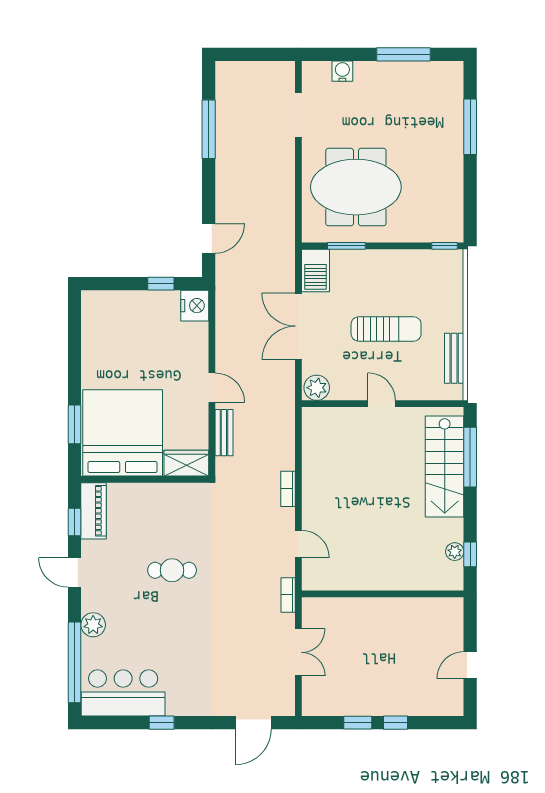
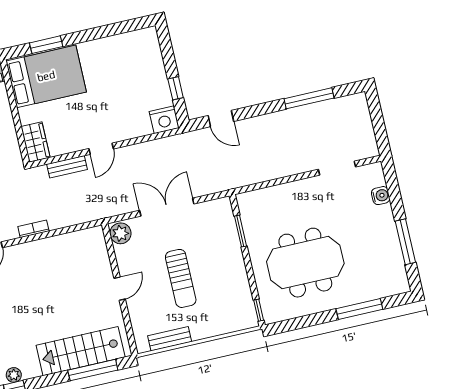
meeting table: (356, 187) -> (305, 263), moved, turned 90
barbecue: (316, 270) -> (215, 211), removed
bed: (123, 433) -> (46, 76), width x0.73

